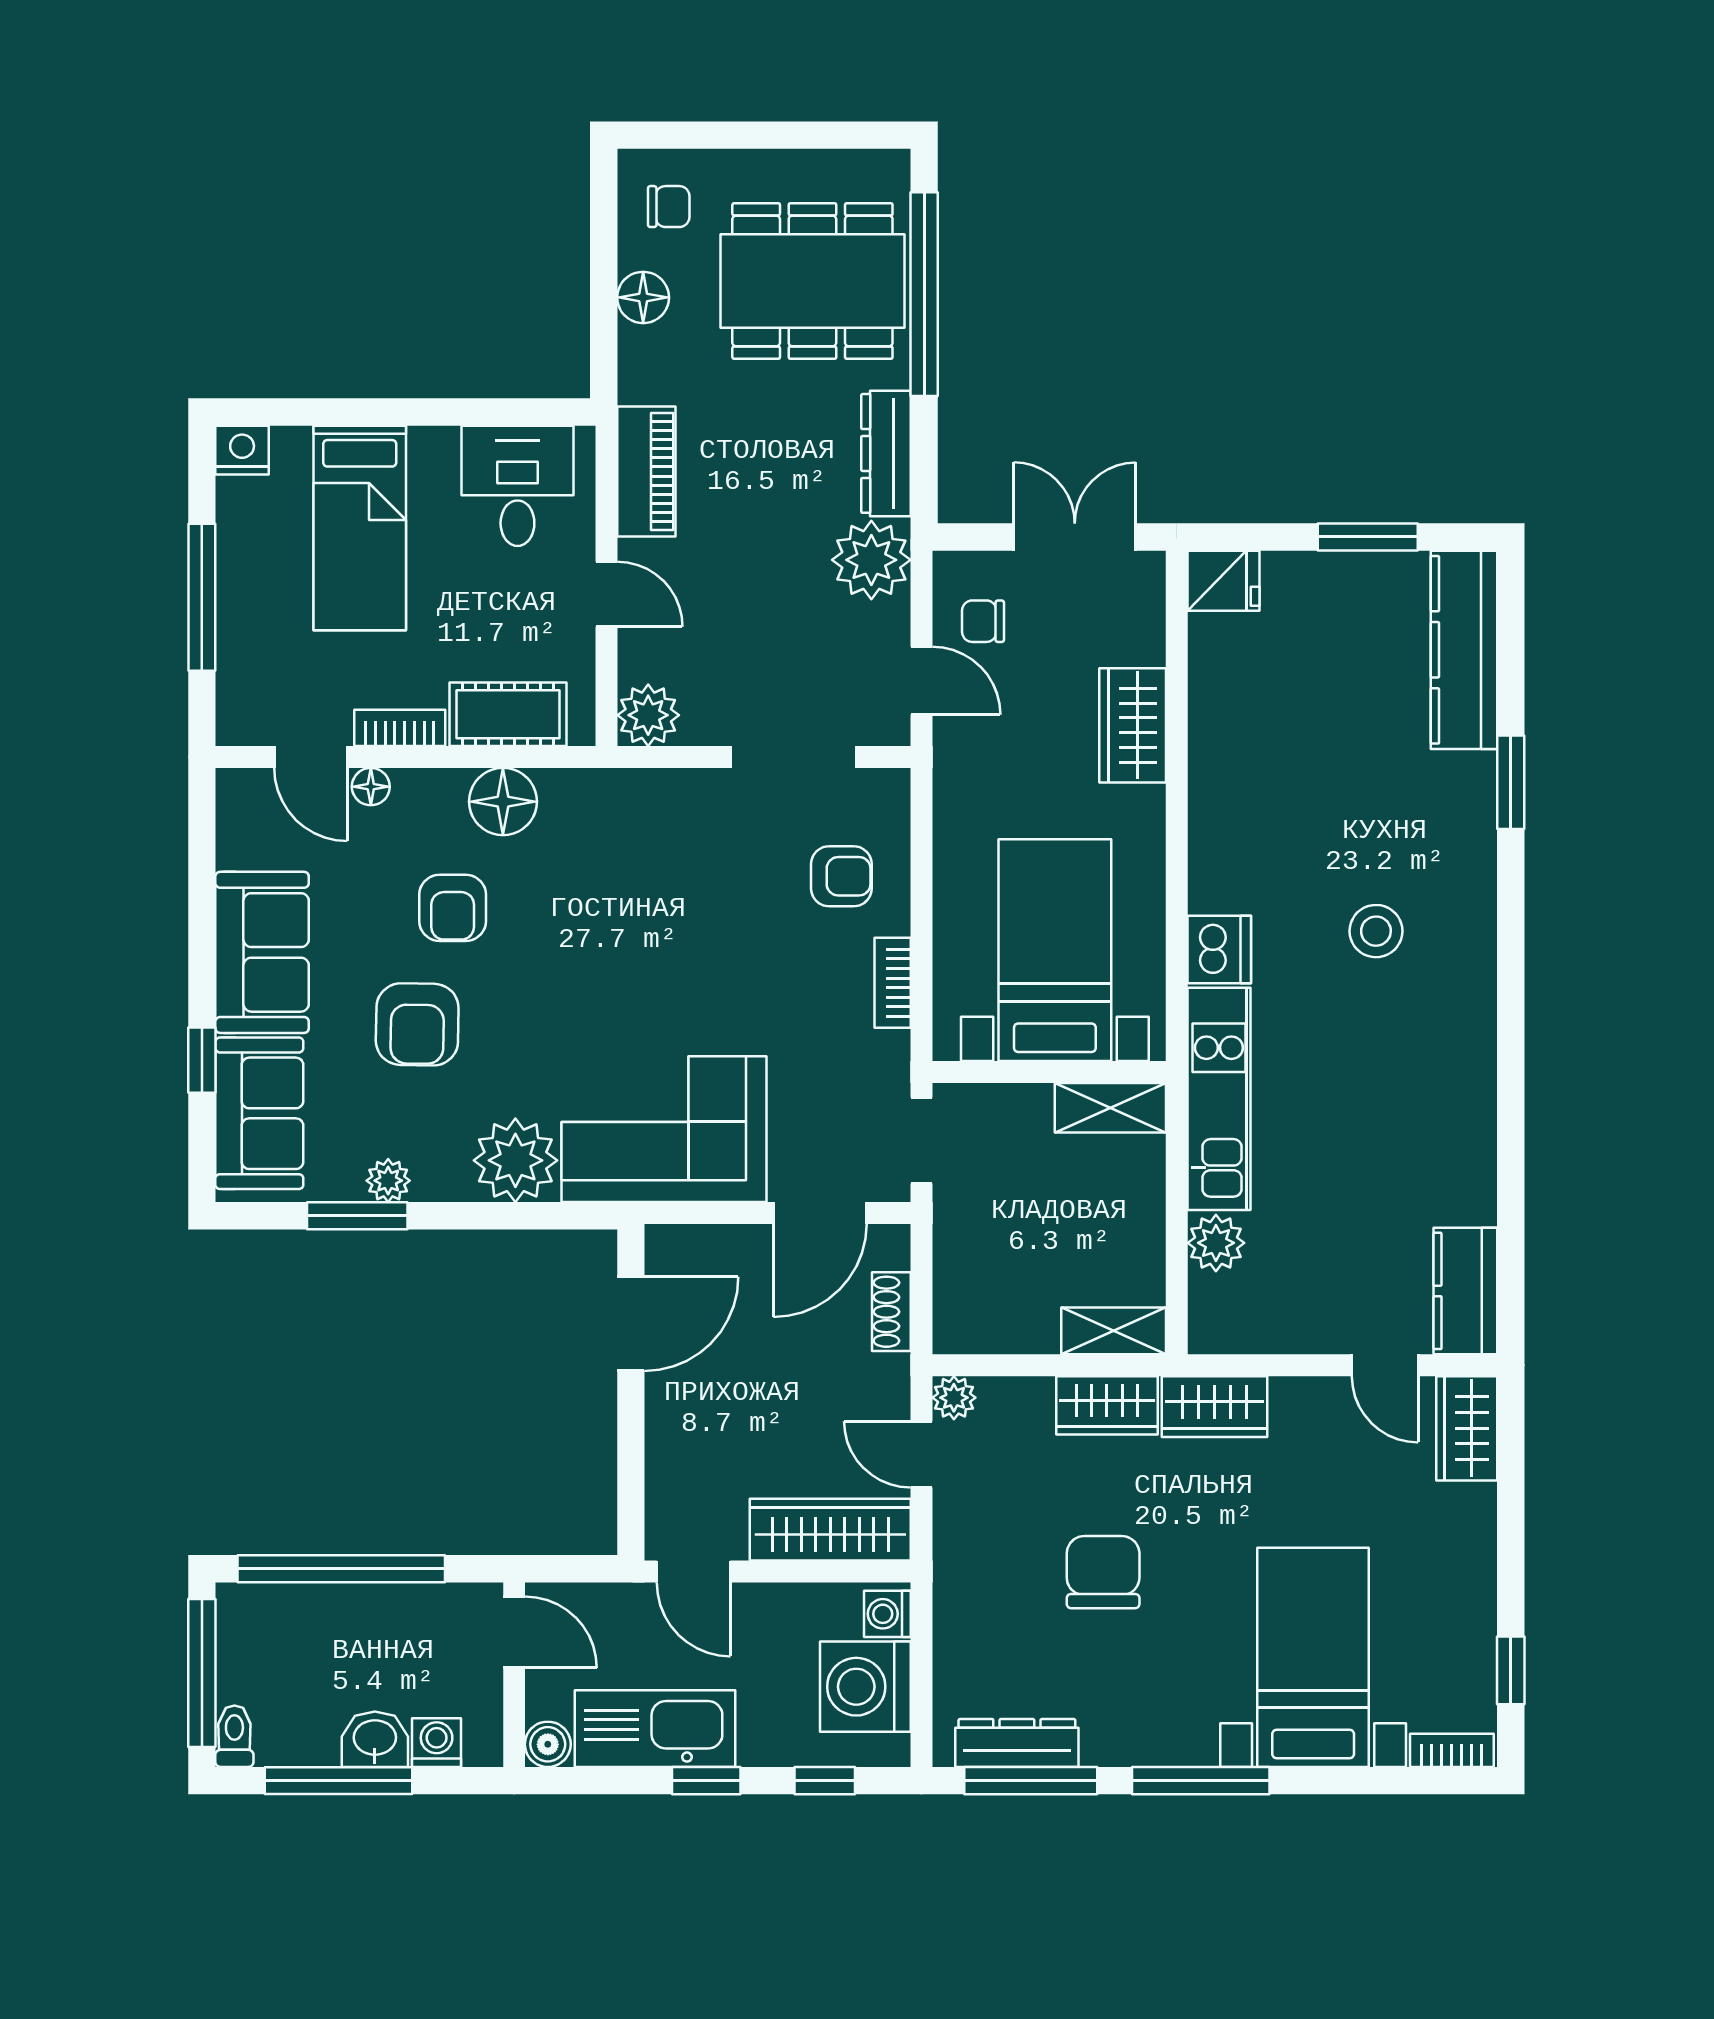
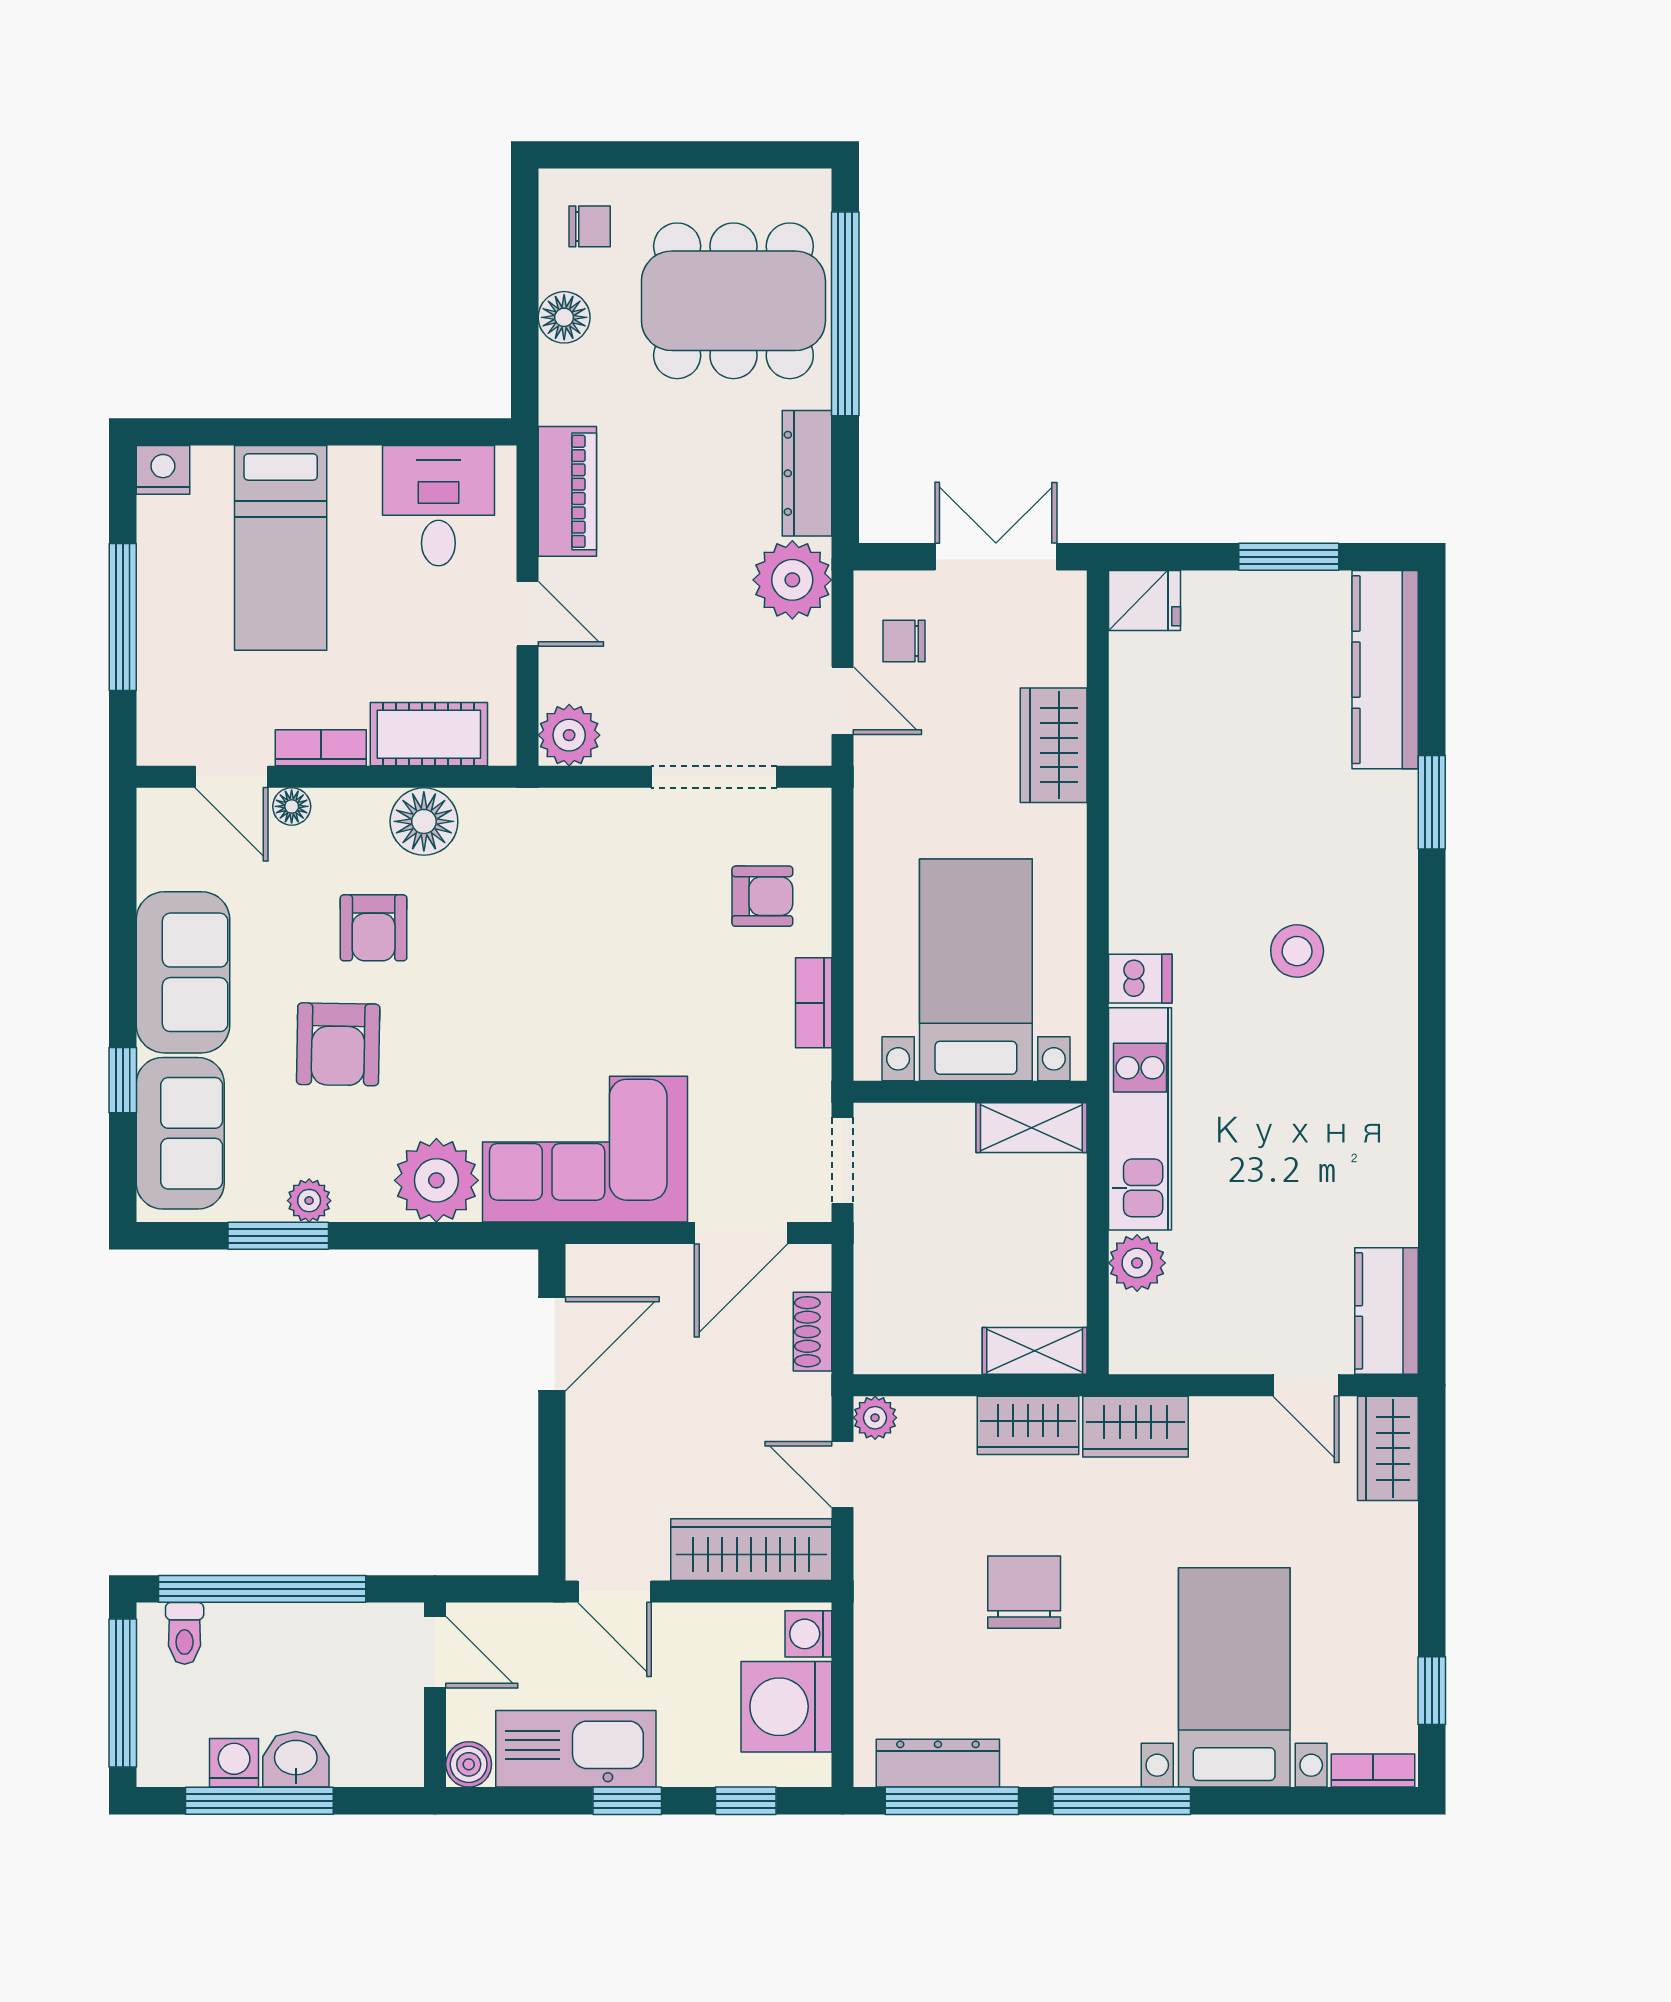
dishwasher: (1219, 949) -> (1140, 979), width x0.73
toilet: (234, 1736) -> (185, 1633), moved, turned 180
washing machine: (437, 1743) -> (234, 1763), moved

